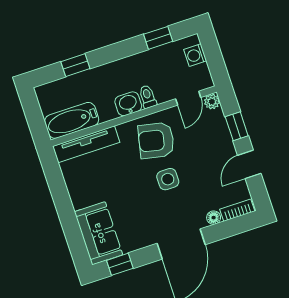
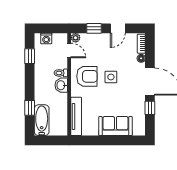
bathtub: (72, 120) -> (42, 120), moved, turned 180
armchair: (156, 140) -> (87, 76), turned -102
door: (249, 164) -> (118, 28), hinge flipped
sofa: (99, 233) -> (115, 126), moved
window: (120, 264) -> (150, 108), moved

